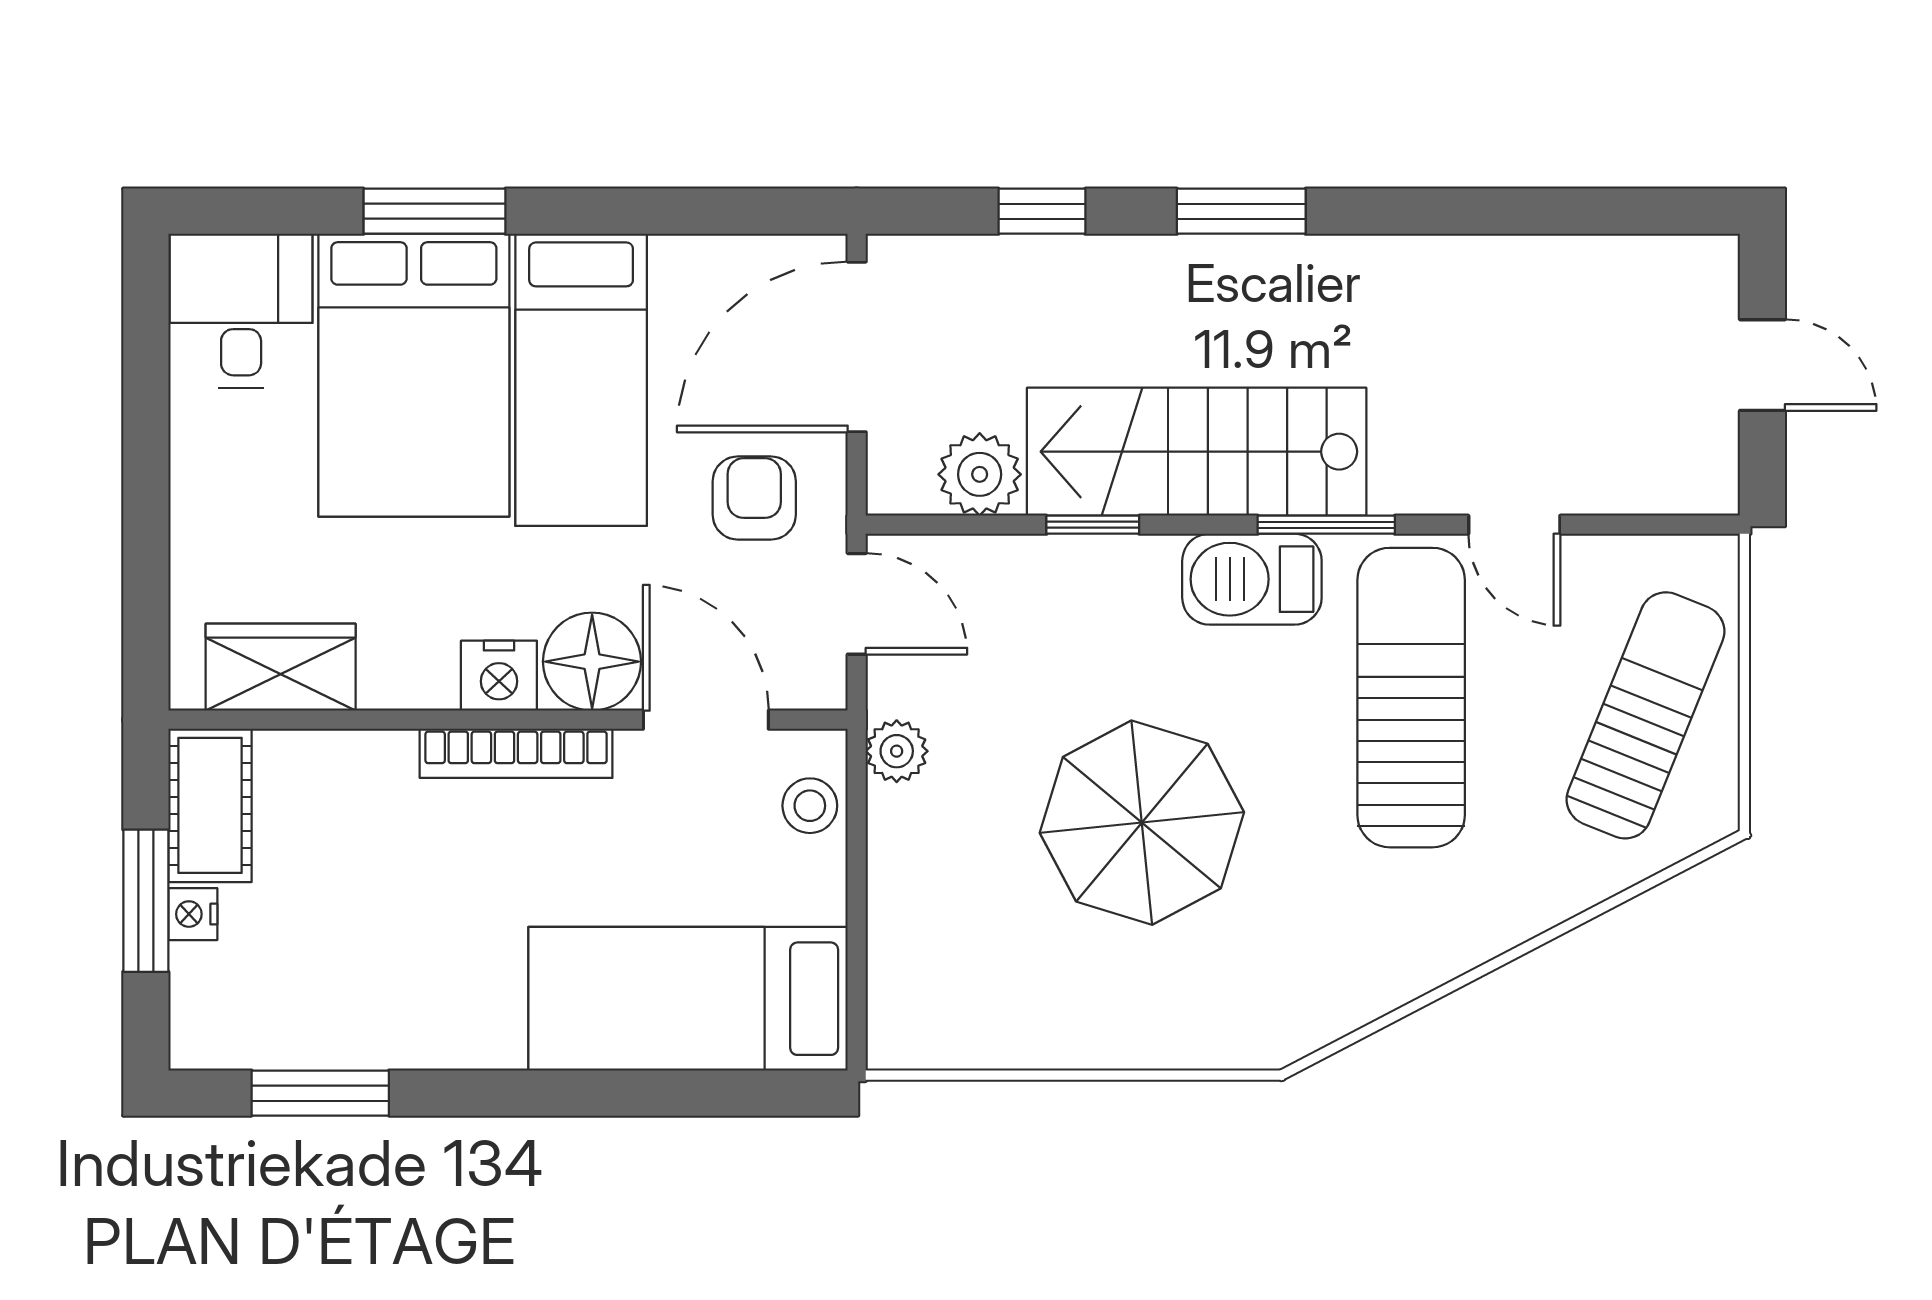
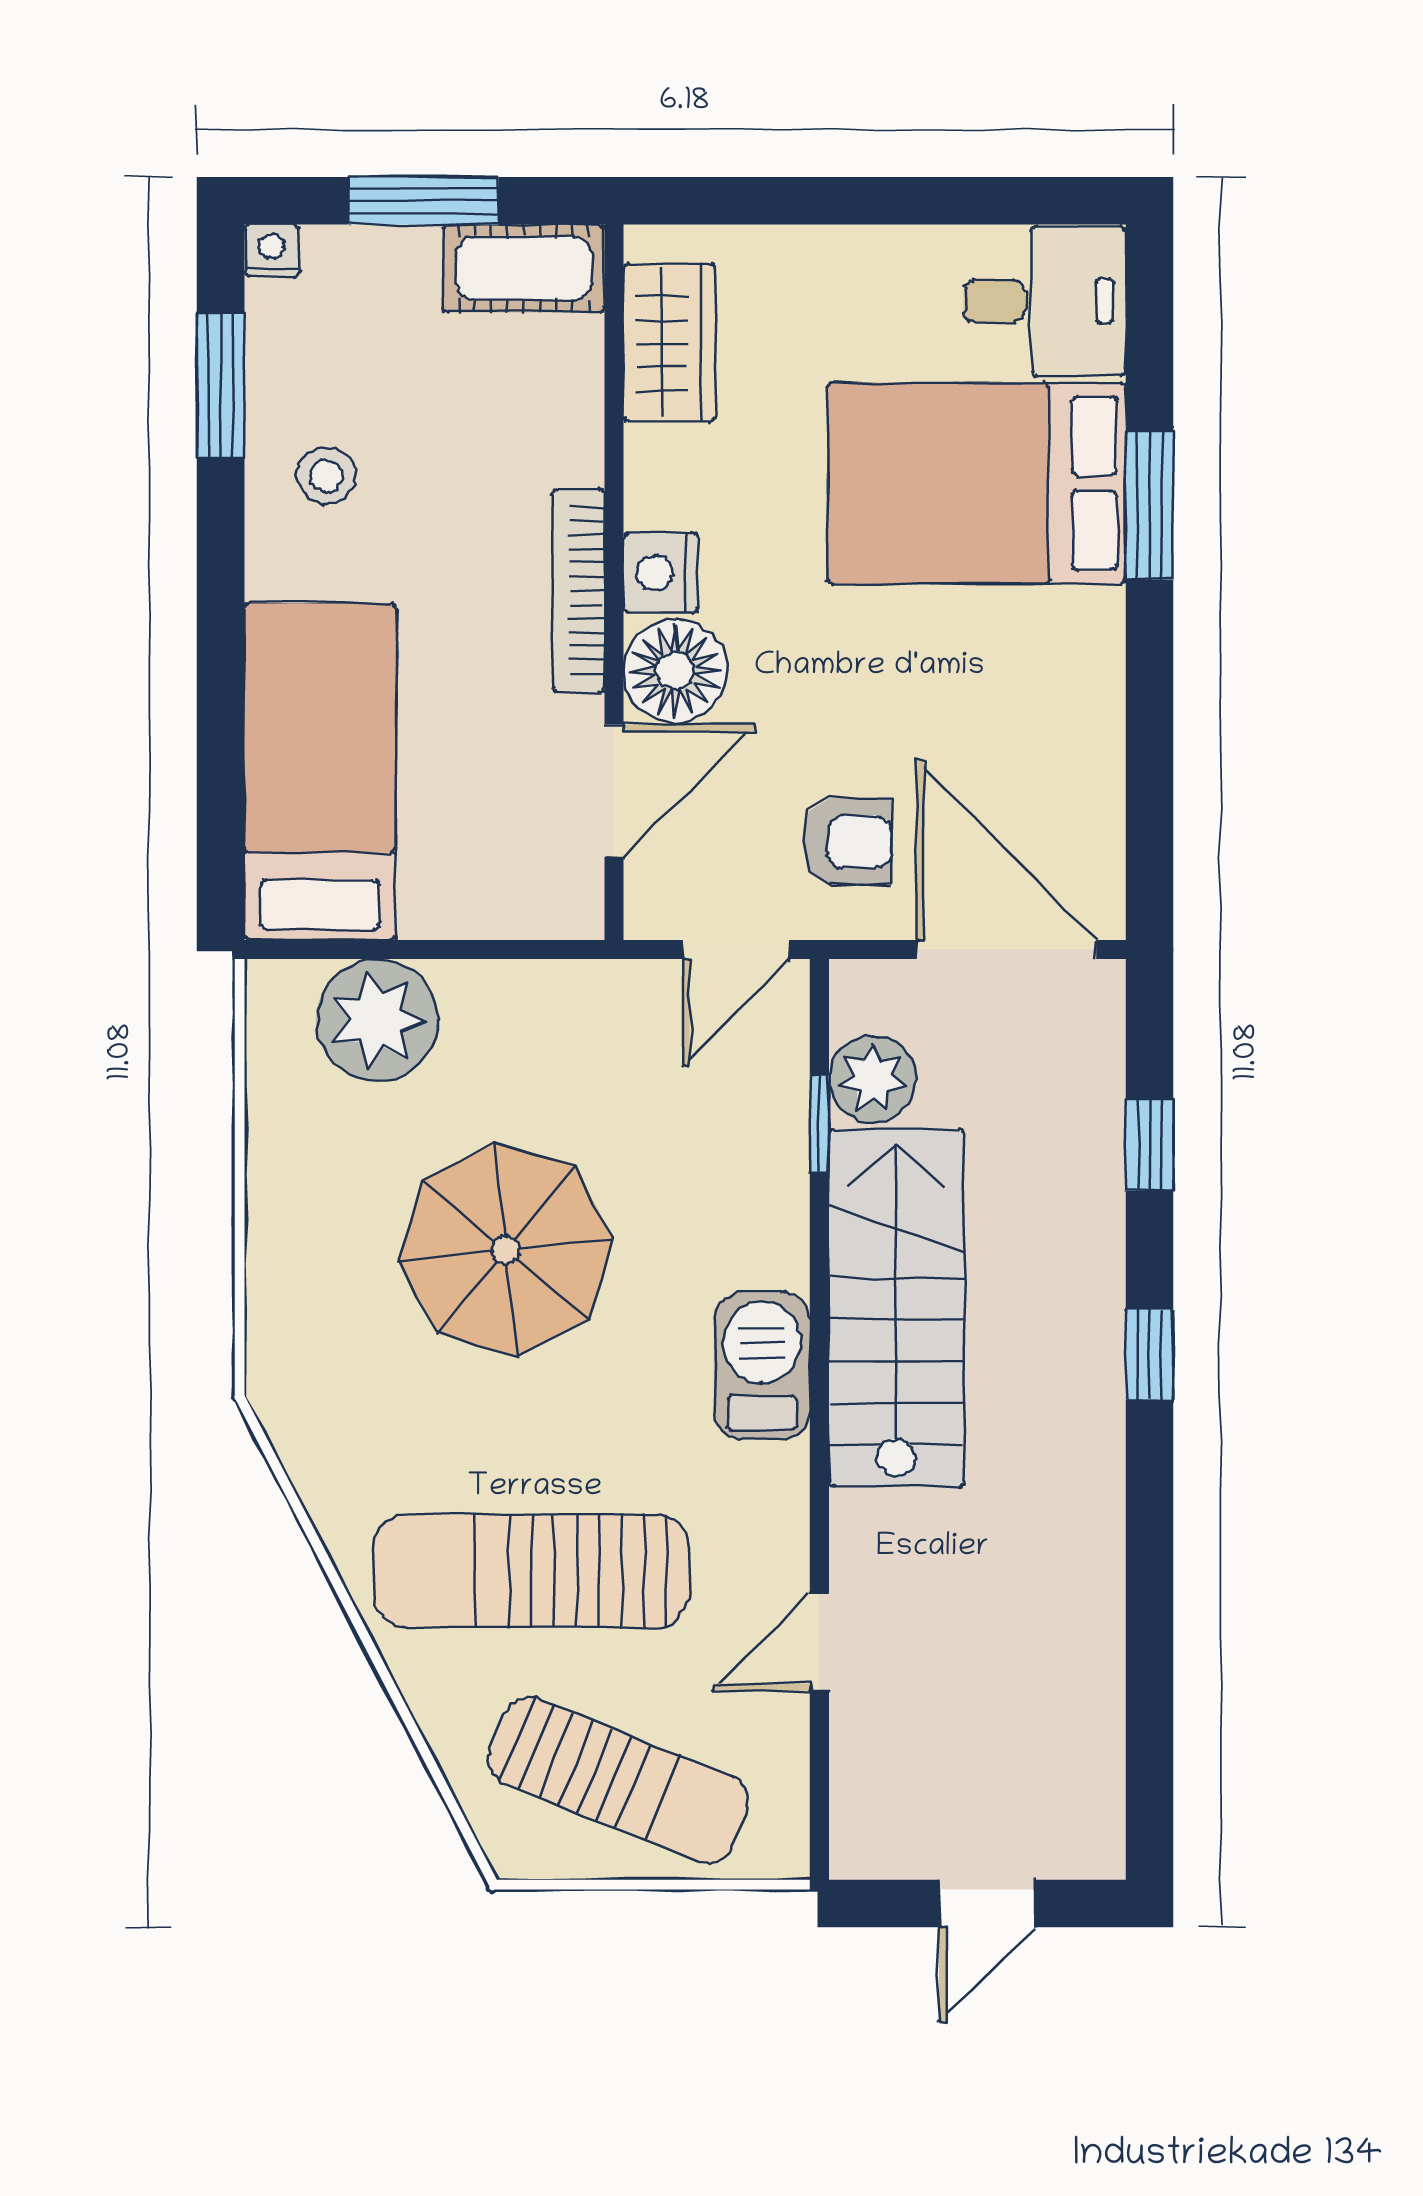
window: (1241, 211) -> (1149, 1355), width x0.67
bed: (581, 380) -> (972, 659), removed
window: (1093, 525) -> (819, 1124), moved
window: (1326, 525) -> (819, 1444), removed
sun lounger: (1411, 698) -> (531, 1571), moved, turned 180
plant: (897, 751) -> (377, 1020), moved, width x1.87, depth x1.87
stool: (810, 806) -> (326, 476), moved
nightstand: (193, 914) -> (272, 250), moved

